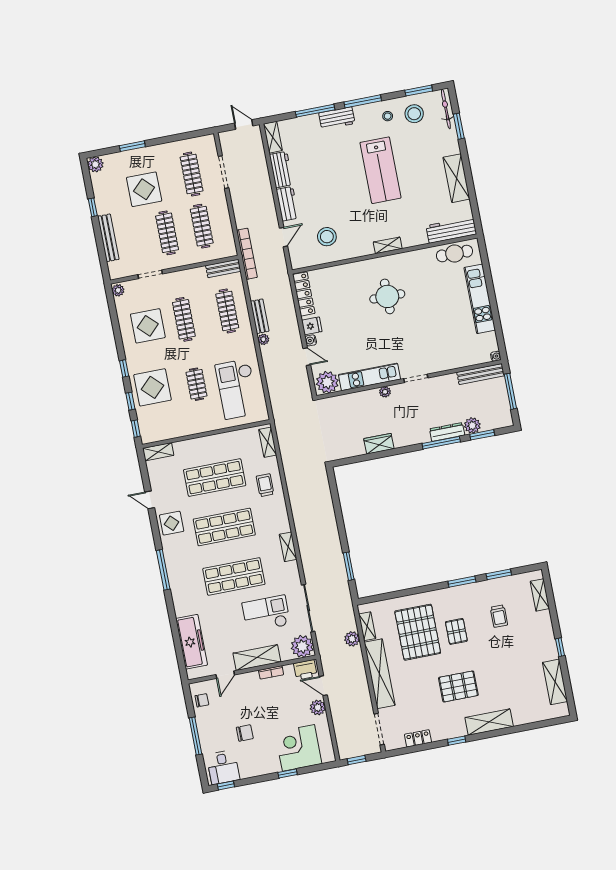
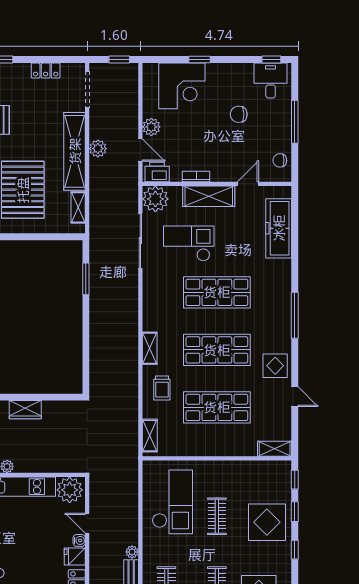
shelving: (288, 547) -> (150, 348), moved
checkout: (266, 614) -> (189, 243), turned 180
plant: (352, 639) -> (98, 149), moved

